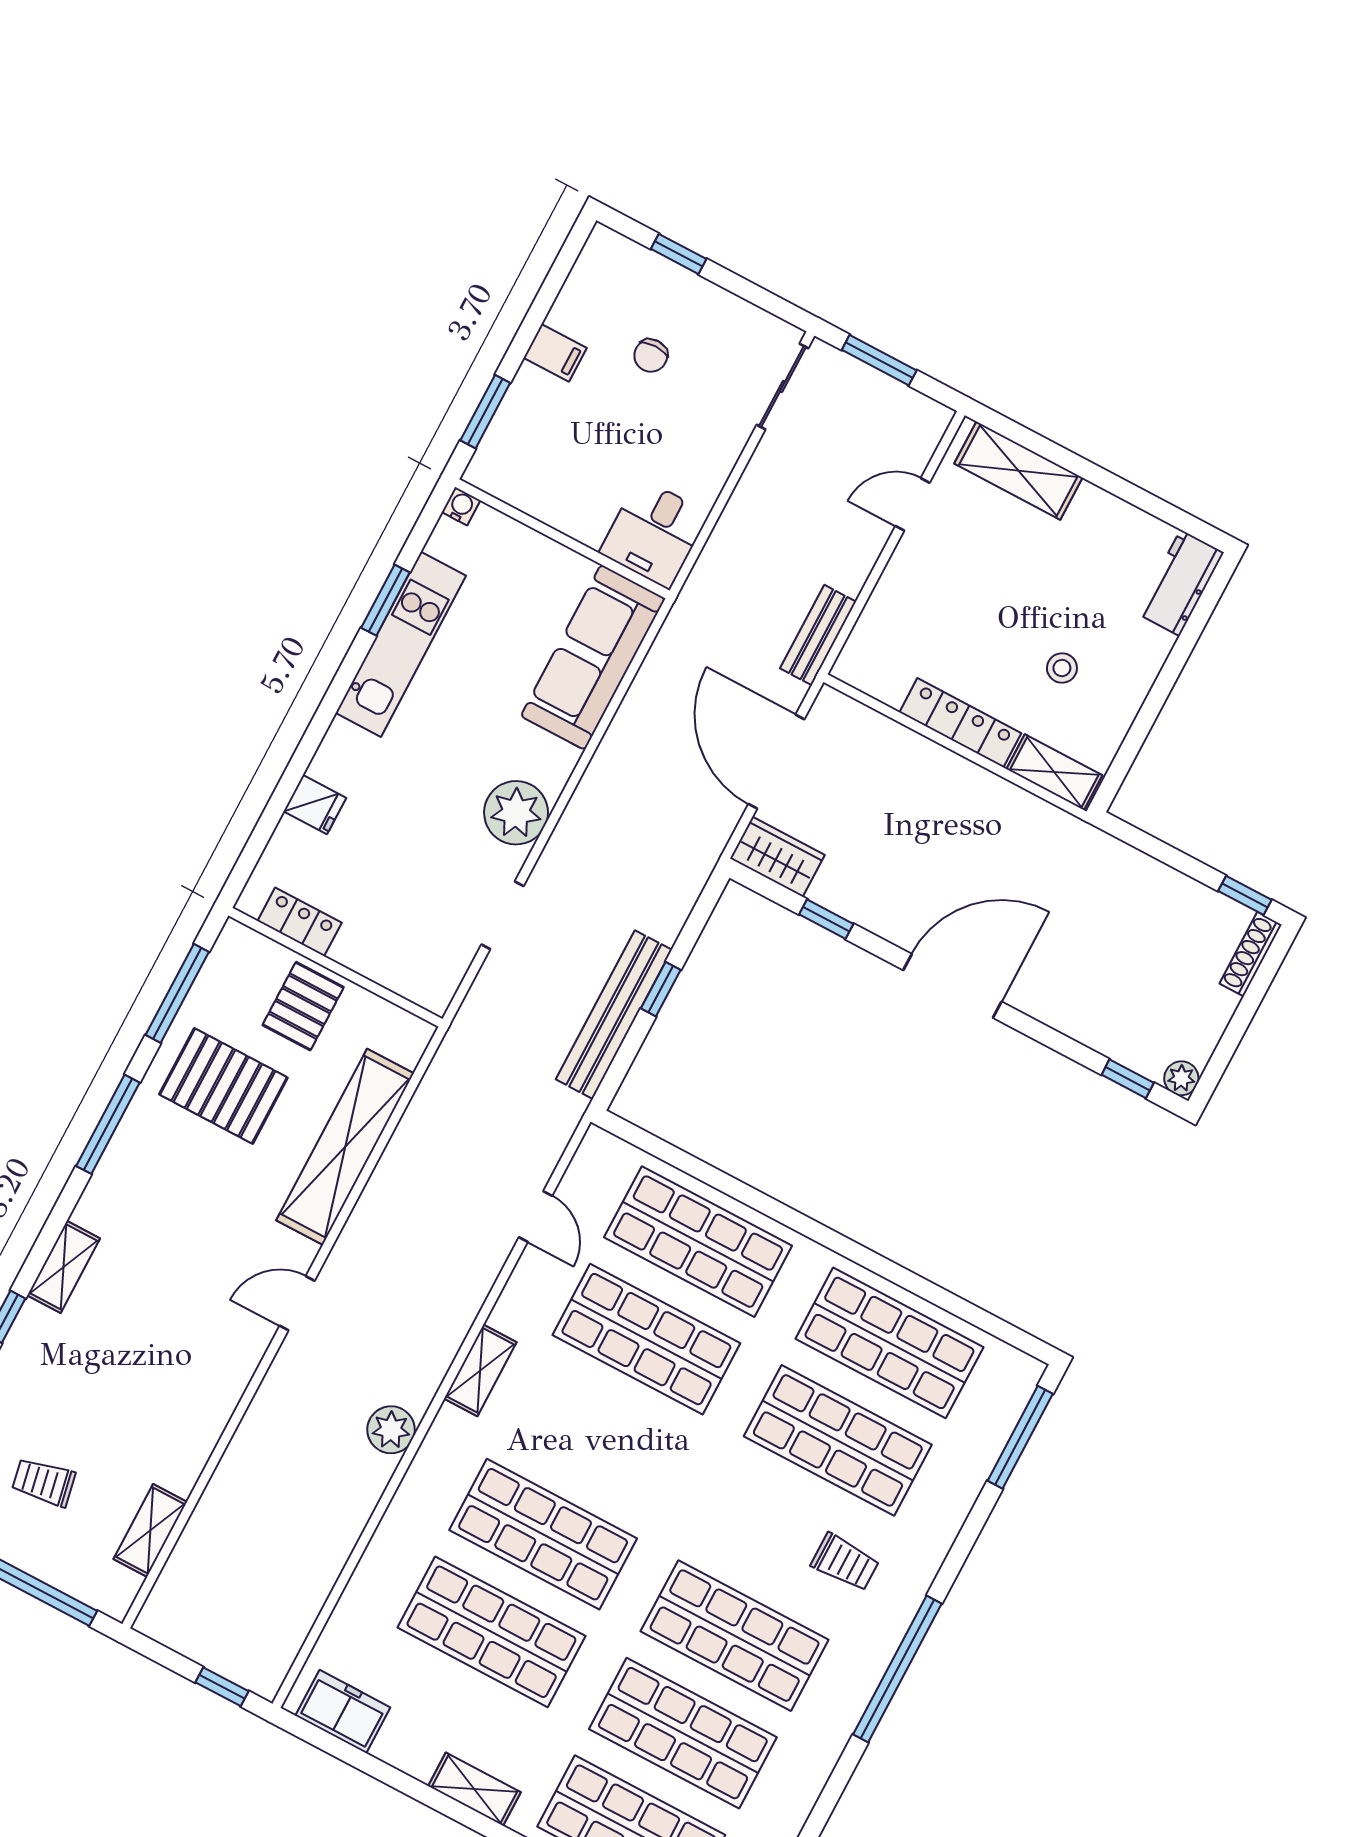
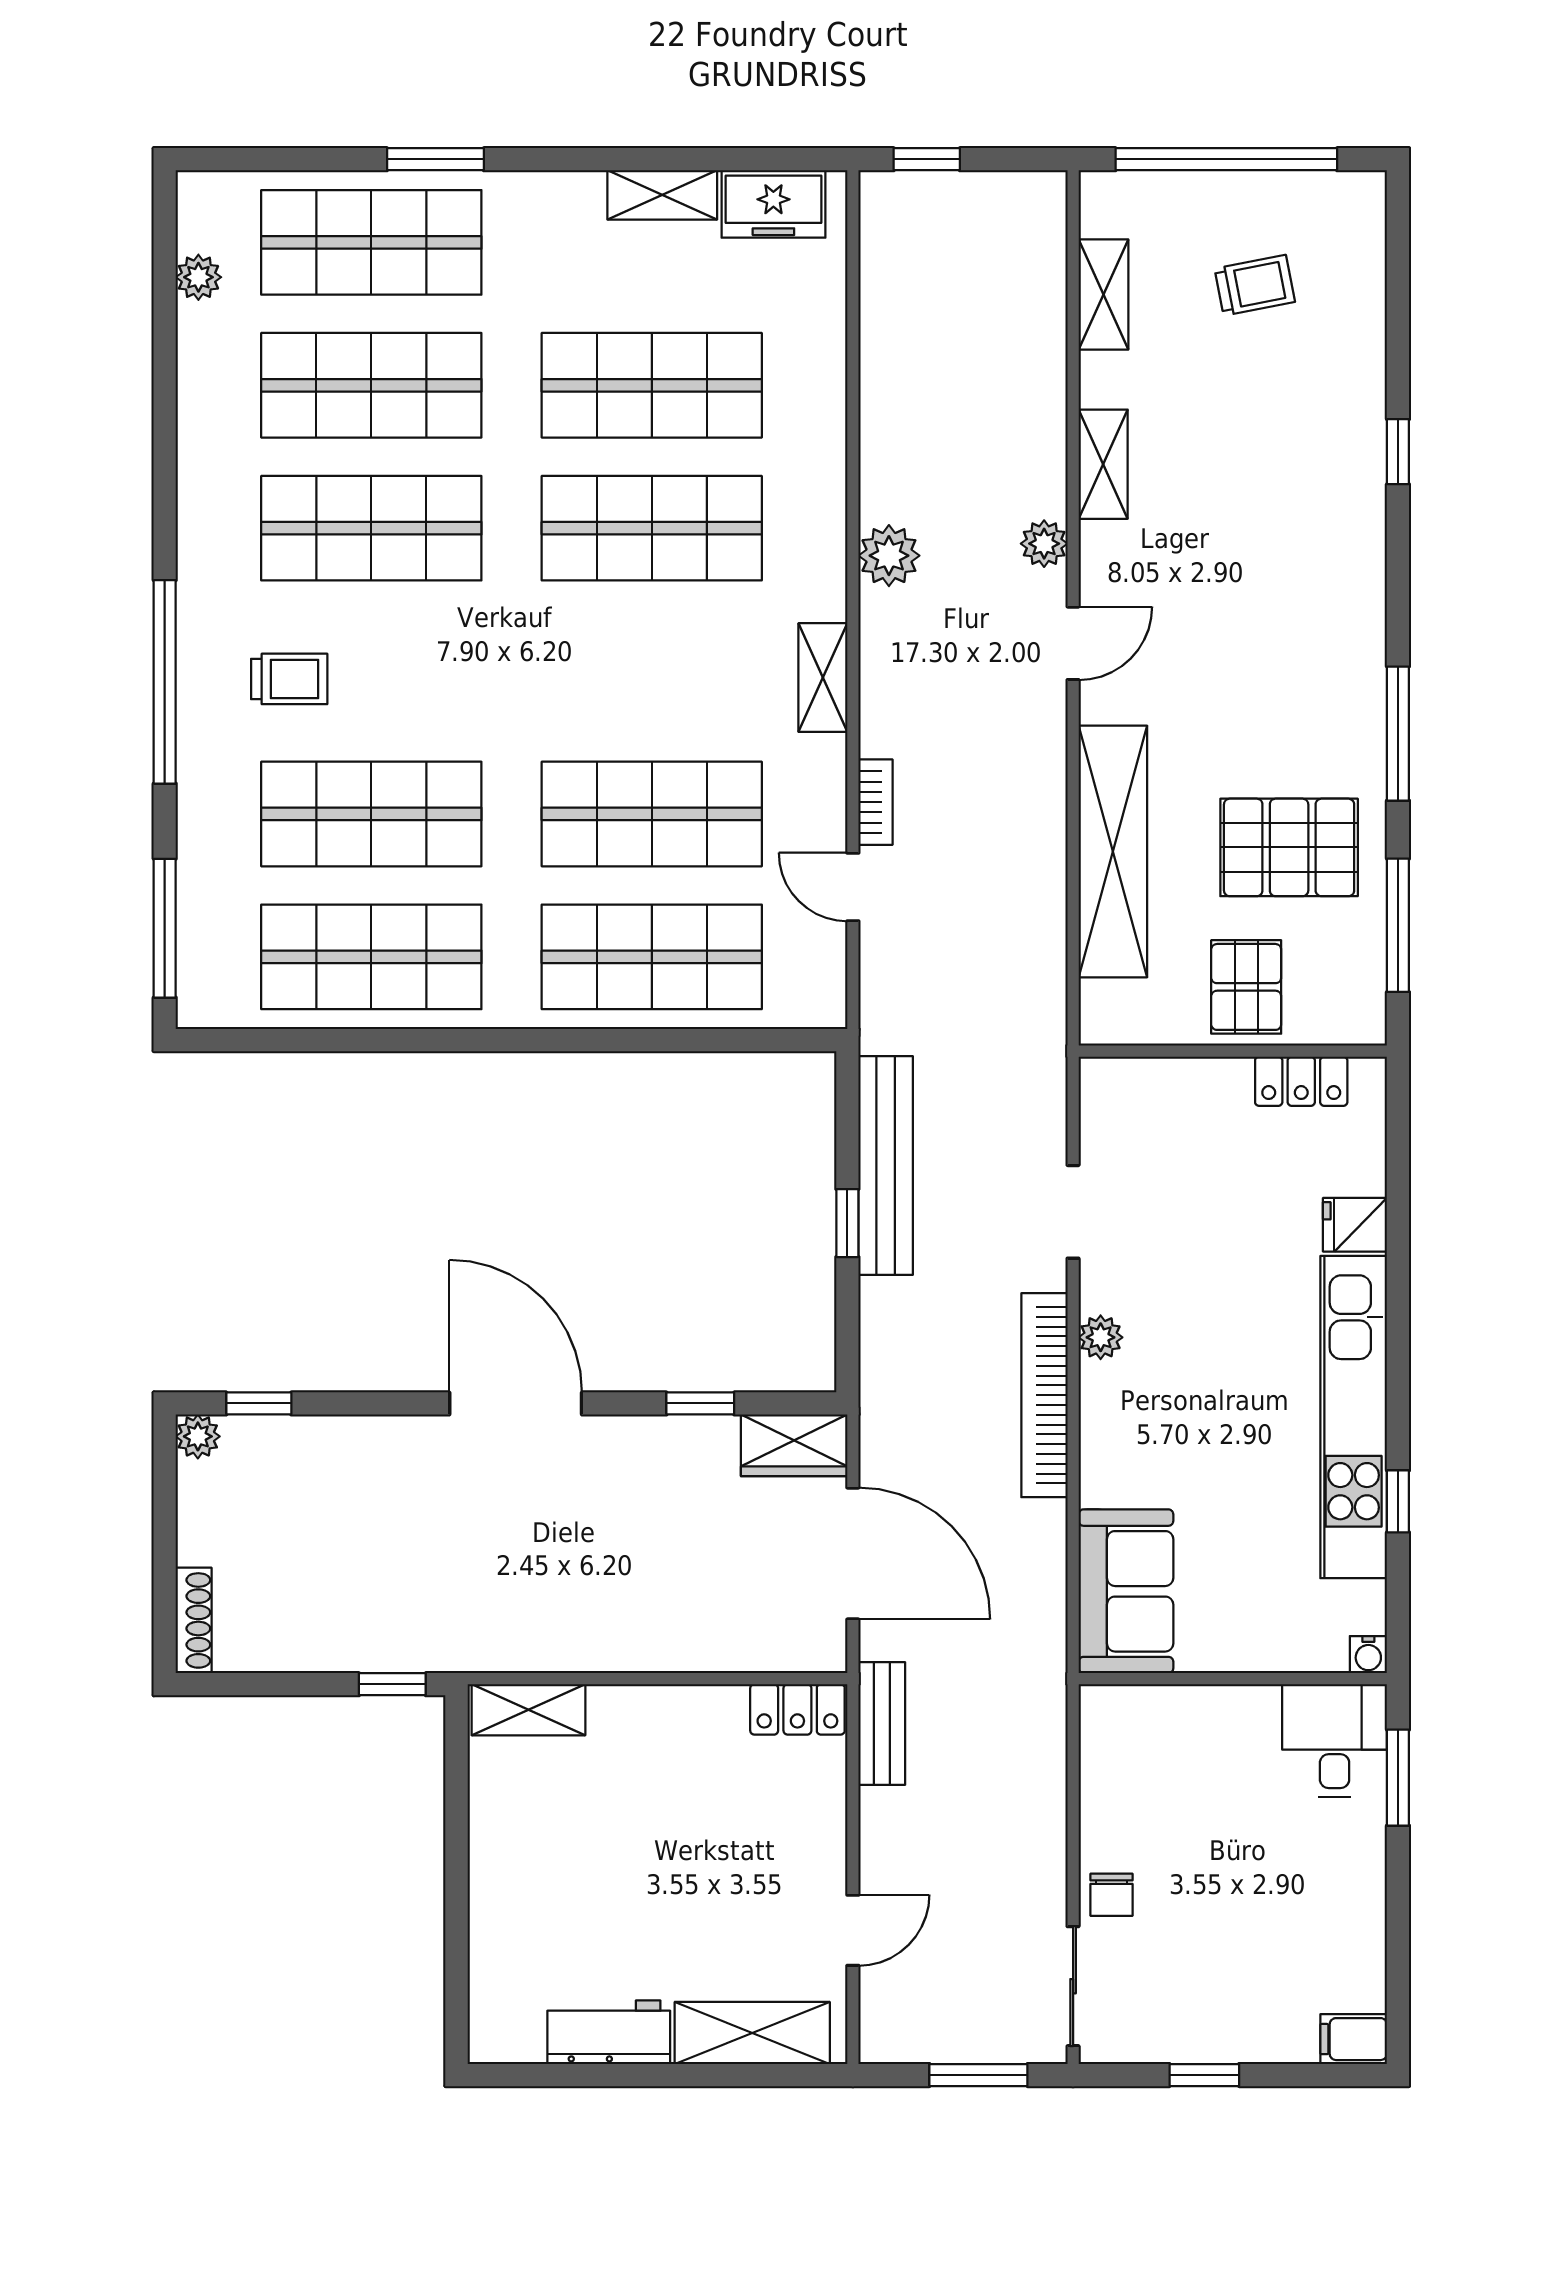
window: (679, 254) -> (1204, 2075), moved
filing cabinet: (555, 353) -> (1354, 2039), moved
chair: (651, 356) -> (1112, 1895), moved, turned 180
desk: (654, 533) -> (1335, 1741), moved
workbench: (1180, 583) -> (609, 2032), moved, turned -90
window: (385, 600) -> (1398, 1501), width x0.67
kitchen unit: (401, 644) -> (1354, 1417), width x1.36
sofa: (593, 657) -> (1126, 1591), width x0.73
stool: (1062, 668) -> (583, 1833), removed
locker: (960, 723) -> (797, 1709), moved, width x0.66
bookcase: (588, 800) -> (1044, 1395), added
plant: (516, 813) -> (1101, 1337), width x0.53, depth x0.53
window: (1245, 895) -> (392, 1684), moved
door: (952, 986) -> (516, 1403), swing flipped
bookcase: (489, 1266) -> (875, 802), added
shelving: (64, 1267) -> (1103, 464), moved
plant: (281, 1382) -> (1044, 544), added
trolley: (845, 1562) -> (289, 679), turned 180
window: (897, 1669) -> (165, 682), moved
shelving: (474, 1789) -> (662, 195), moved

